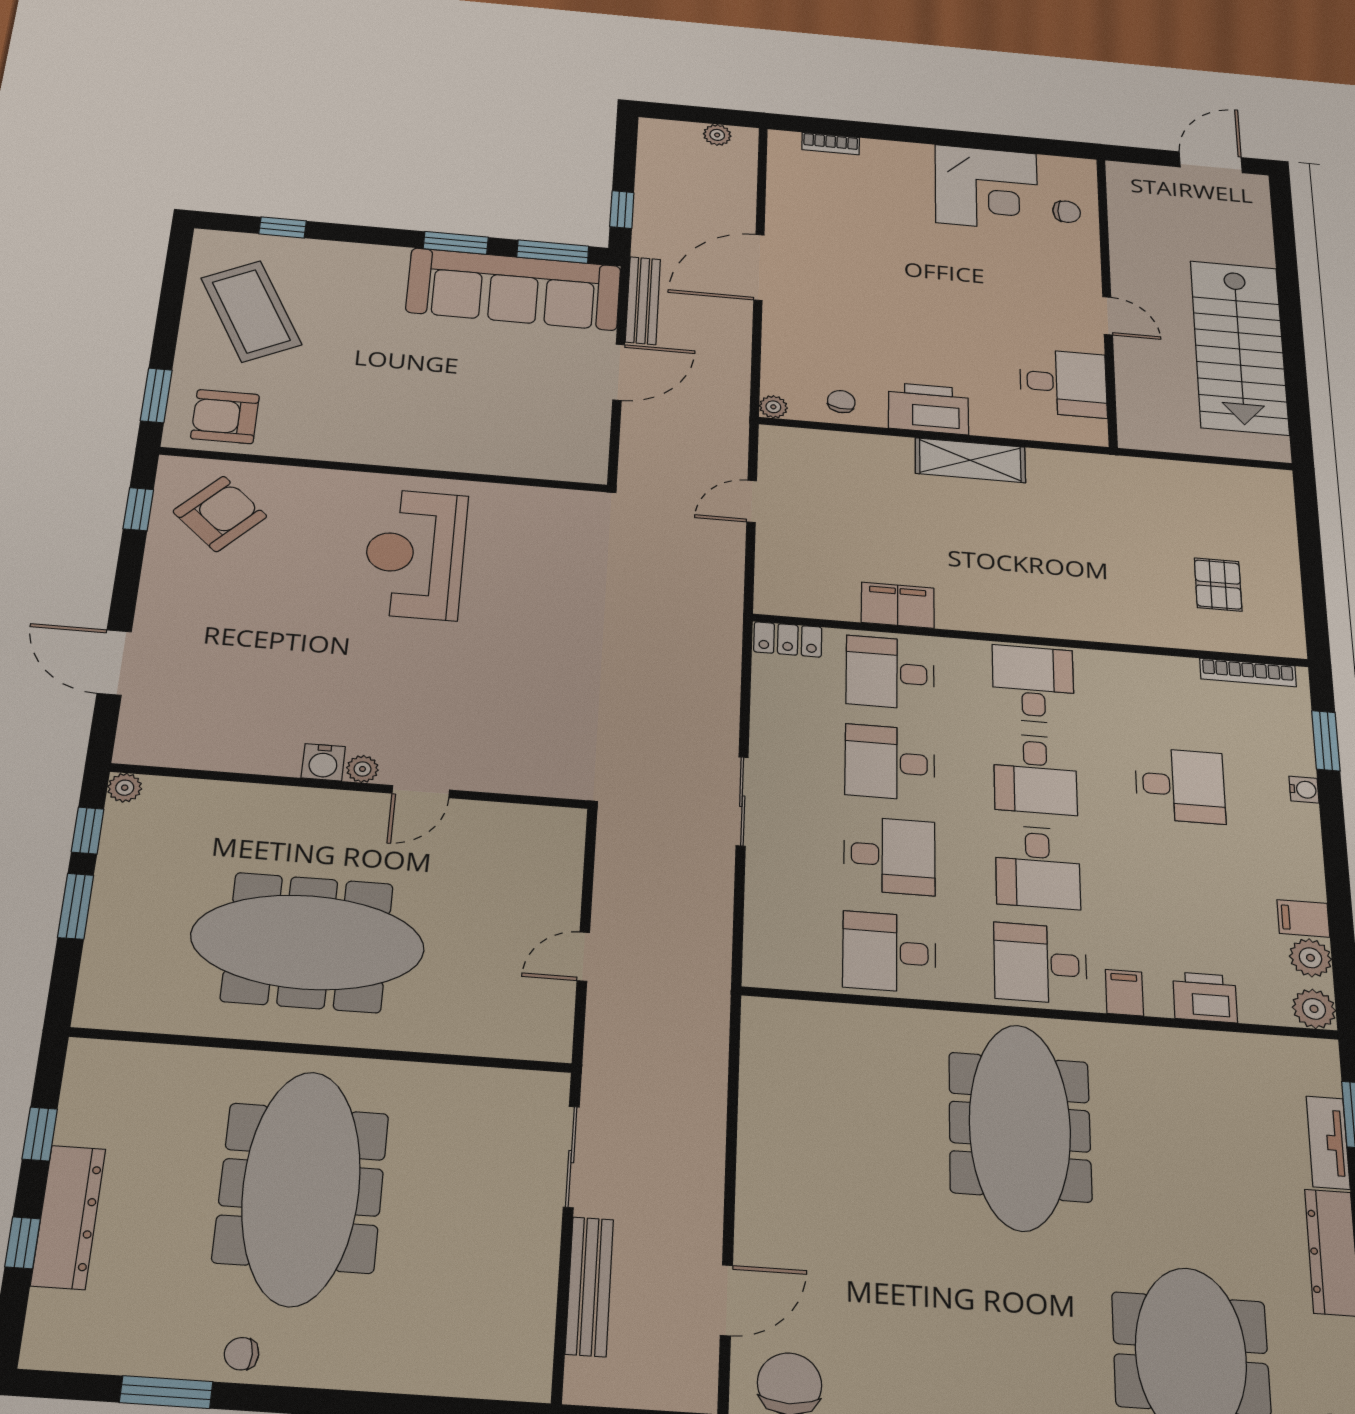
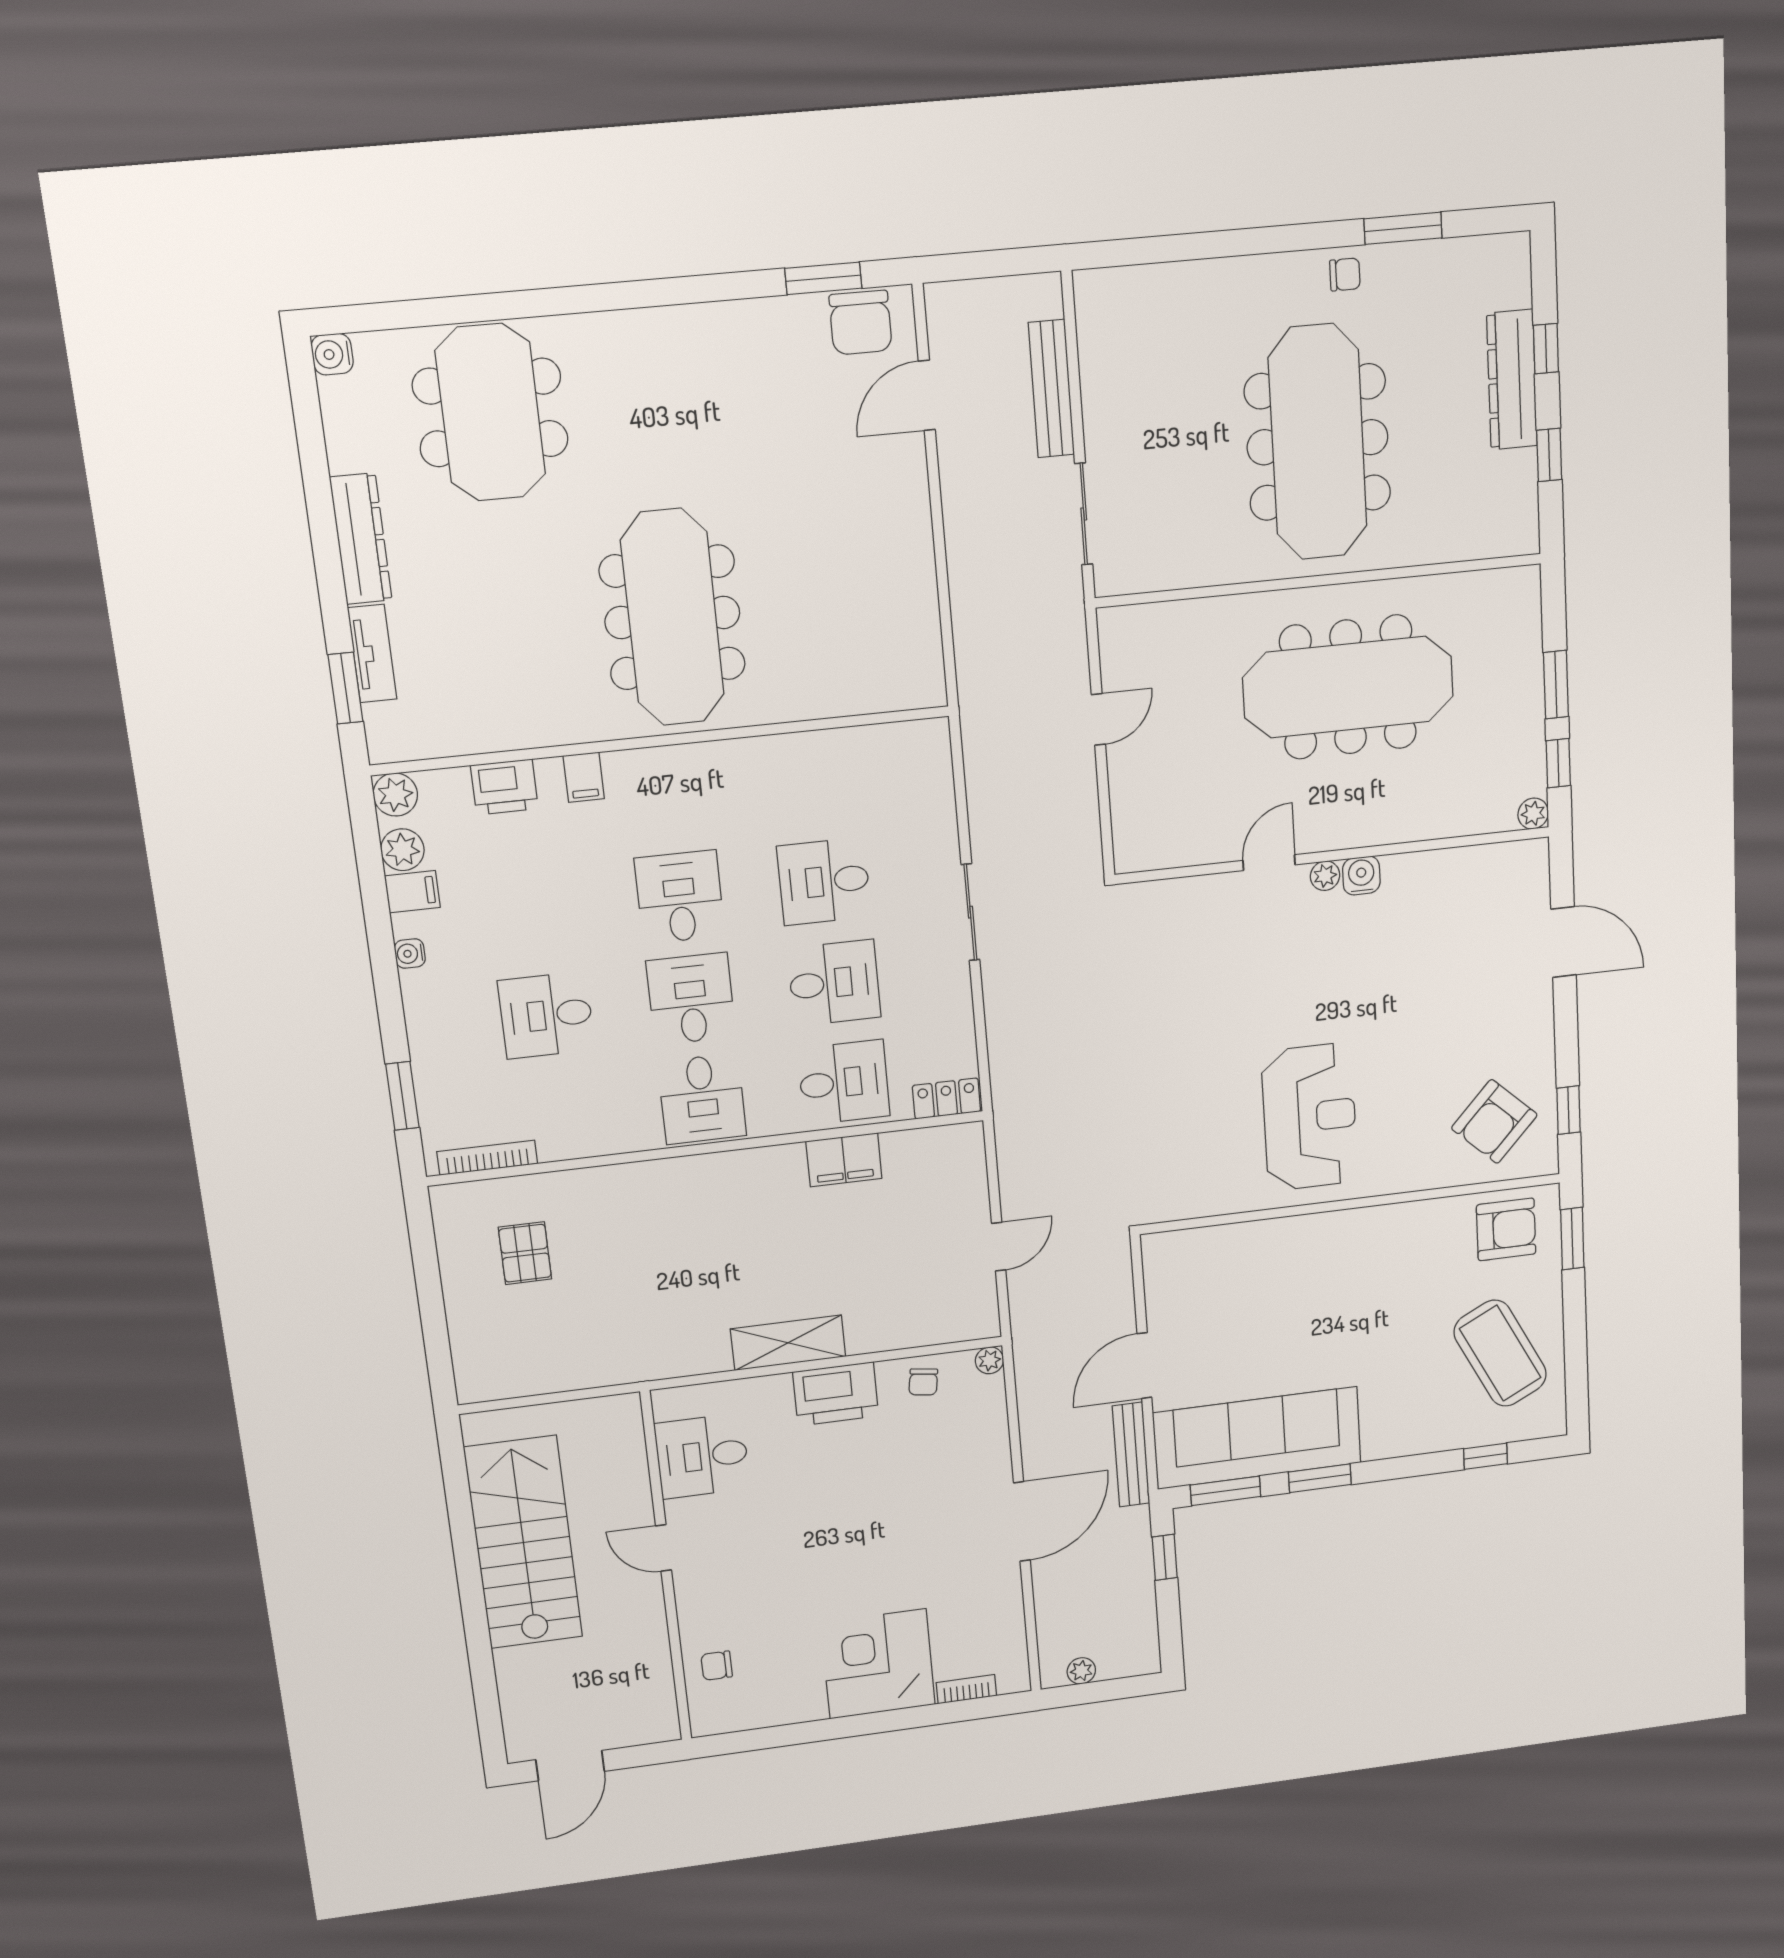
corner desk: (986, 188) -> (878, 1664), moved
water cooler: (1304, 790) -> (410, 954), moved
desk: (889, 952) -> (814, 778), removed
desk: (1040, 963) -> (668, 793), removed

